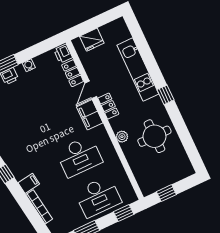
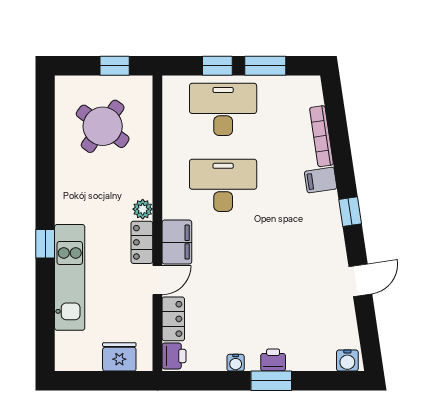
window: (165, 95) -> (45, 244), moved
round table: (154, 136) -> (103, 126), moved, turned 36
plant: (122, 137) -> (143, 209), moved
window: (124, 213) -> (217, 66), moved

